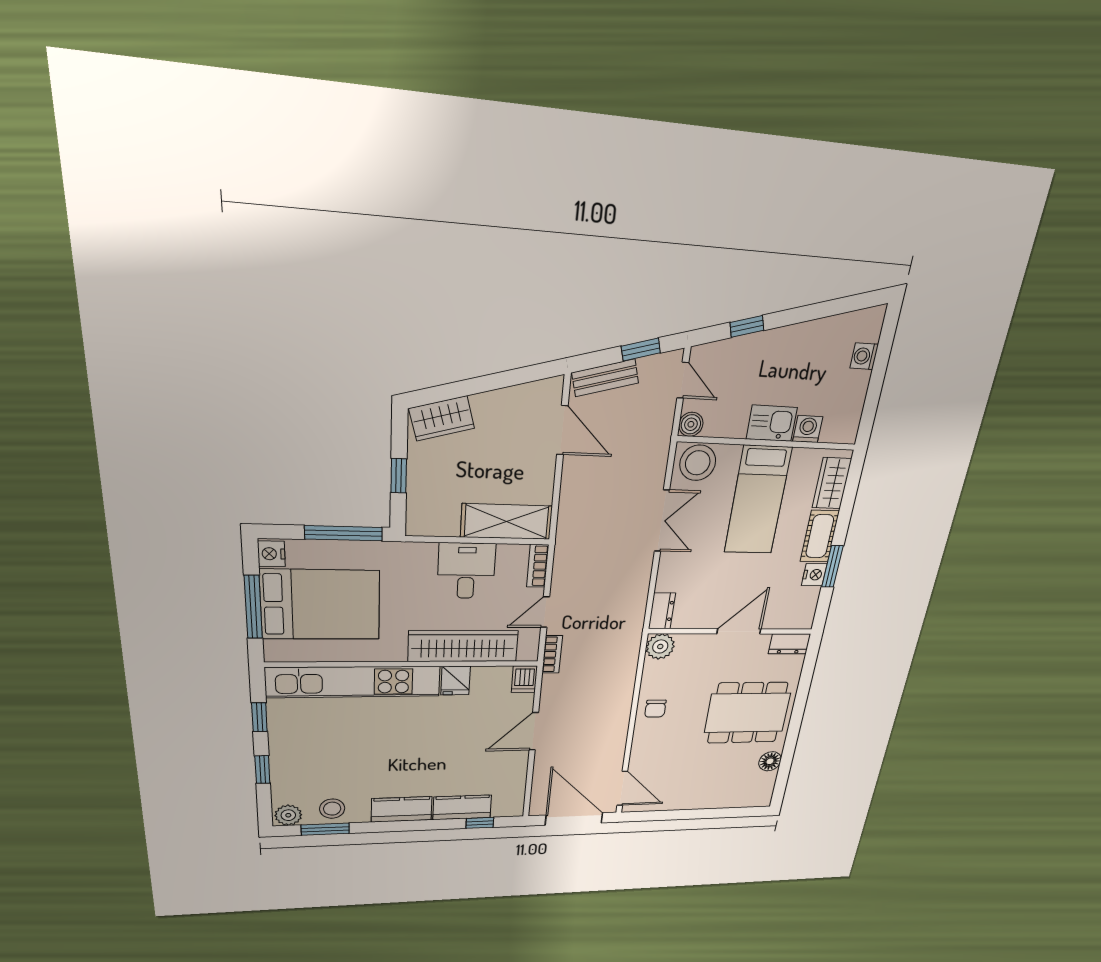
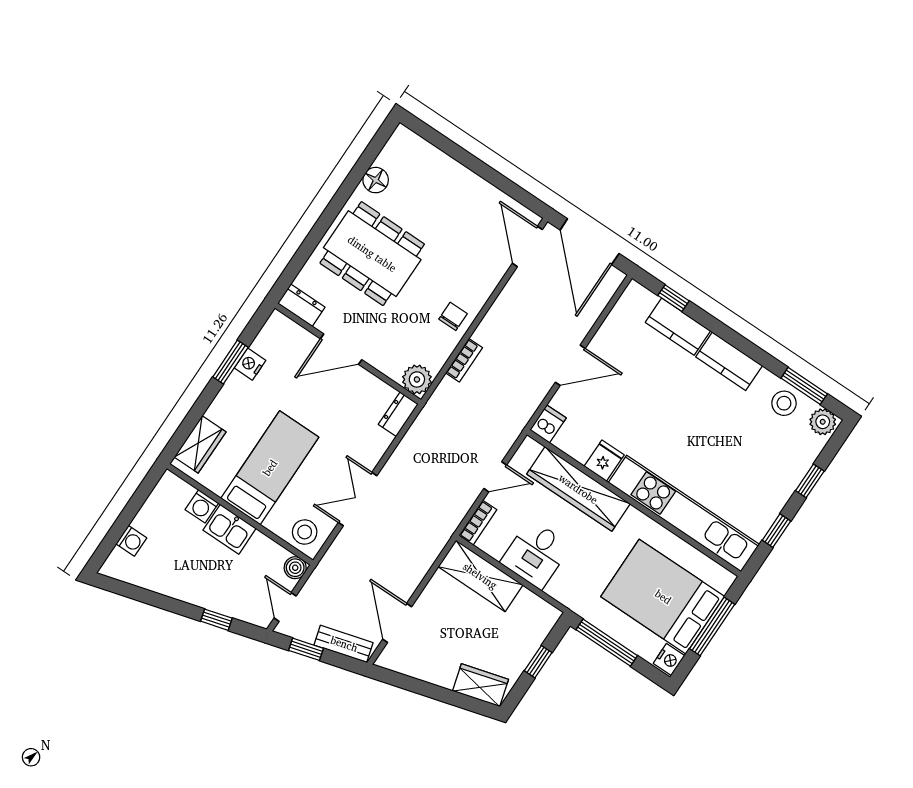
stool: (698, 463) -> (305, 532), width x0.73, depth x0.73
cot: (820, 536) -> (230, 400), removed
bookcase: (552, 654) -> (464, 360), moved, turned 180

